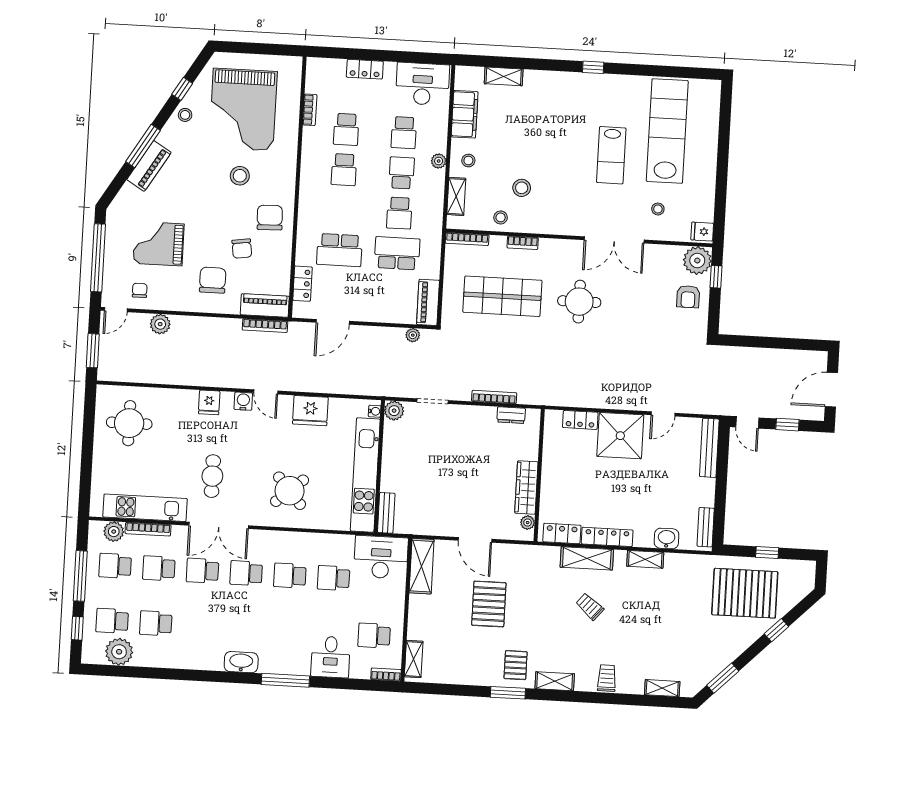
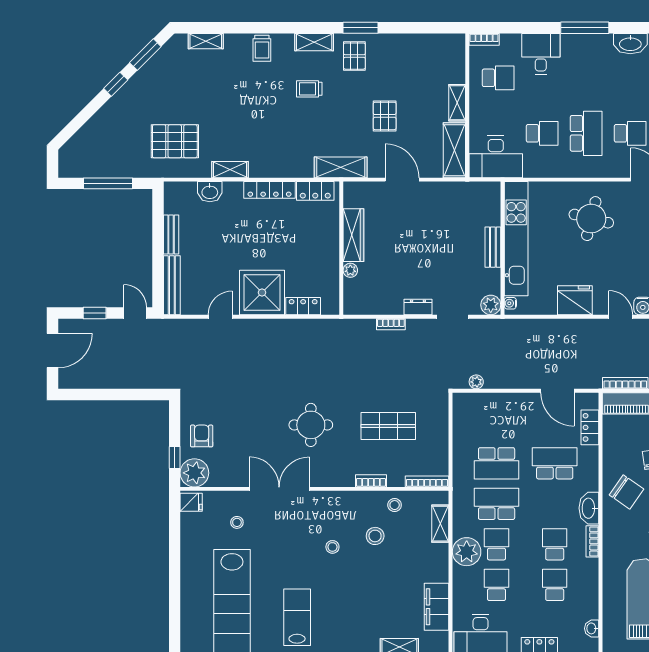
washbasin: (312, 84) -> (592, 628), added
bookcase: (310, 110) -> (592, 541), moved
lab bench: (611, 155) -> (297, 617), moved
plant: (439, 161) -> (467, 552), width x1.88, depth x1.88
stool: (468, 161) -> (332, 547), moved
school desk: (402, 173) -> (497, 544), turned 180
washbasin: (308, 204) -> (589, 508), added
school desk: (399, 213) -> (497, 504), width x1.85
chair: (270, 218) -> (626, 492), turned -53
shop shelf: (502, 296) -> (388, 426), width x0.70, depth x0.74
piano: (428, 302) -> (463, 416), removed
door: (333, 322) -> (557, 391), swing flipped
bookcase: (494, 397) -> (391, 324), width x0.64
dresser: (511, 415) -> (418, 307), moved
round table: (290, 491) -> (591, 219), turned -35
bench: (386, 513) -> (493, 247), moved
plant: (528, 523) -> (350, 270), moved
bench: (706, 527) -> (171, 235), moved
window: (767, 552) -> (108, 183), width x2.17
shelving: (587, 558) -> (341, 167), moved
school desk: (290, 576) -> (586, 133), width x1.85
pallet: (745, 593) -> (175, 141), moved, width x0.73, depth x0.71
pallet: (489, 604) -> (385, 116), width x0.67, depth x0.71
trolley: (590, 606) -> (309, 89), moved, turned 140
window: (776, 630) -> (116, 84), moved
shelving: (414, 659) -> (457, 103), moved

